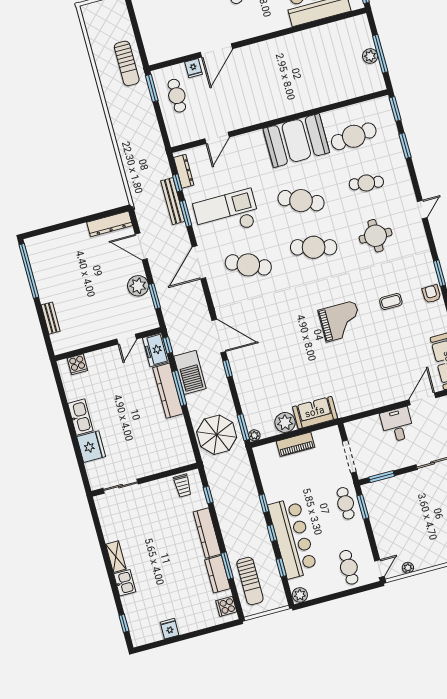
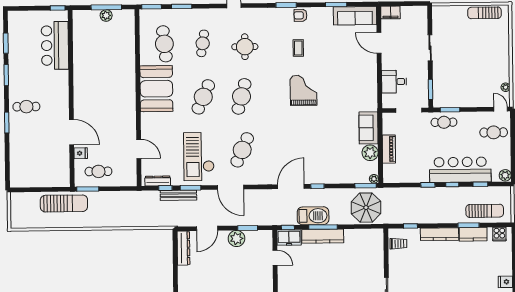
sun lounger: (127, 63) -> (64, 203), width x1.36, depth x1.34
desk: (397, 425) -> (394, 82), moved

